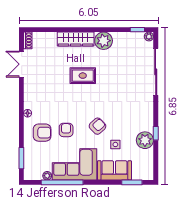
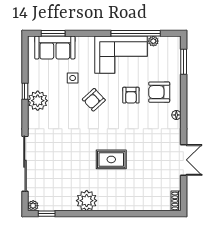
wardrobe: (76, 39) -> (120, 203), removed
double door: (21, 64) -> (184, 160), moved
plant: (145, 140) -> (38, 101), moved
sofa: (114, 170) -> (55, 48), moved

